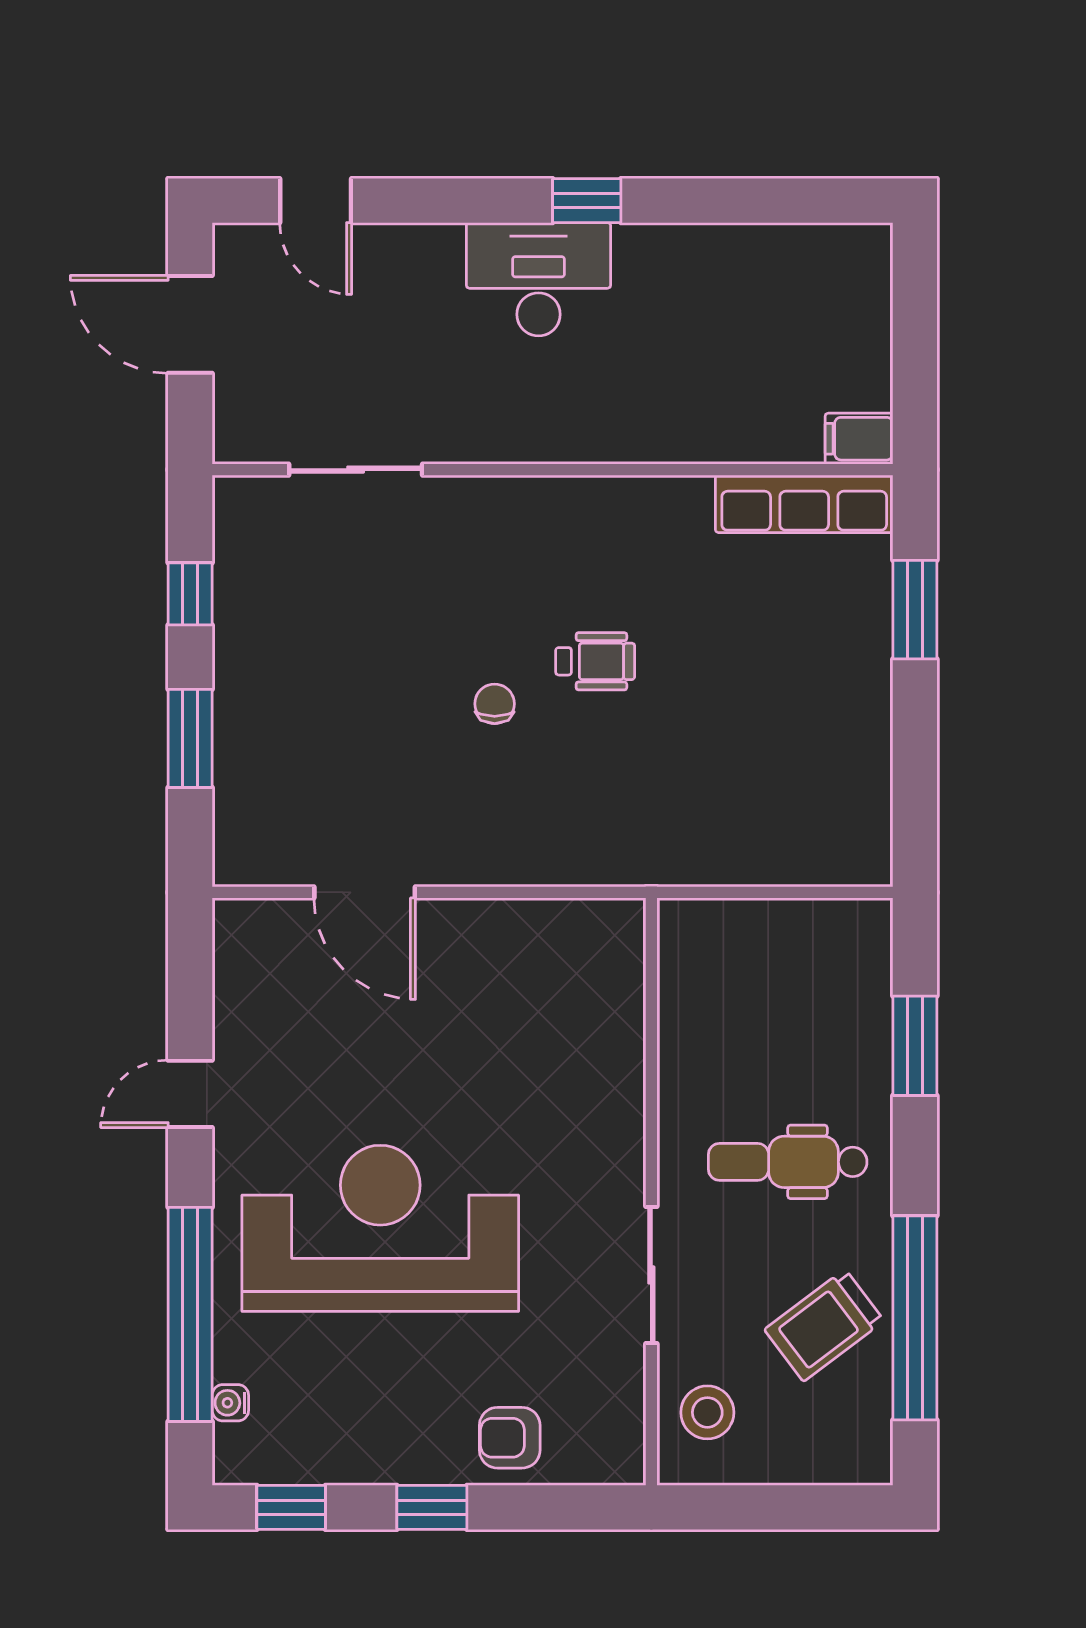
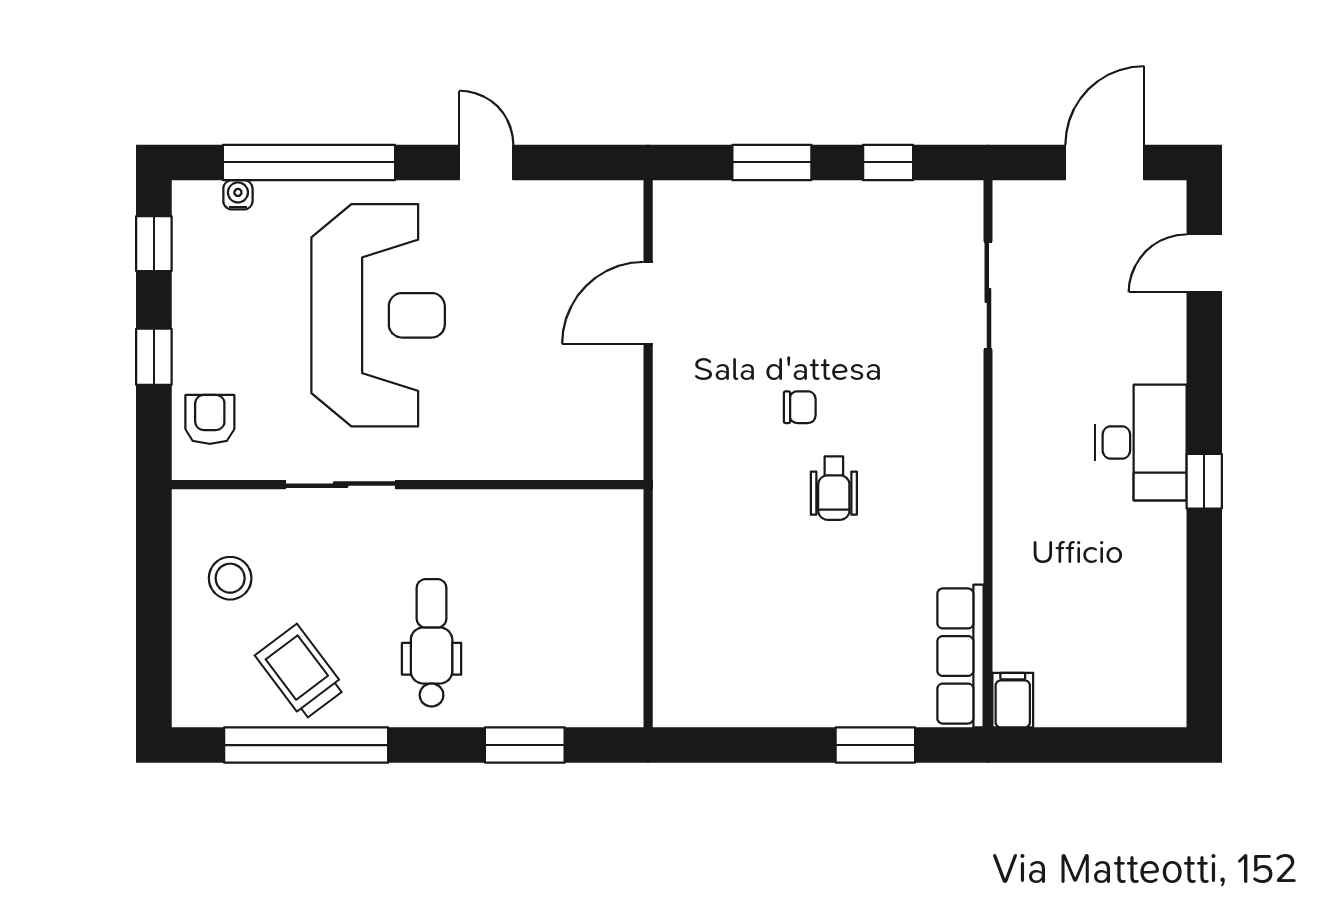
wall: (651, 1192) -> (408, 485), moved
sliding door: (651, 1275) -> (341, 485), moved

